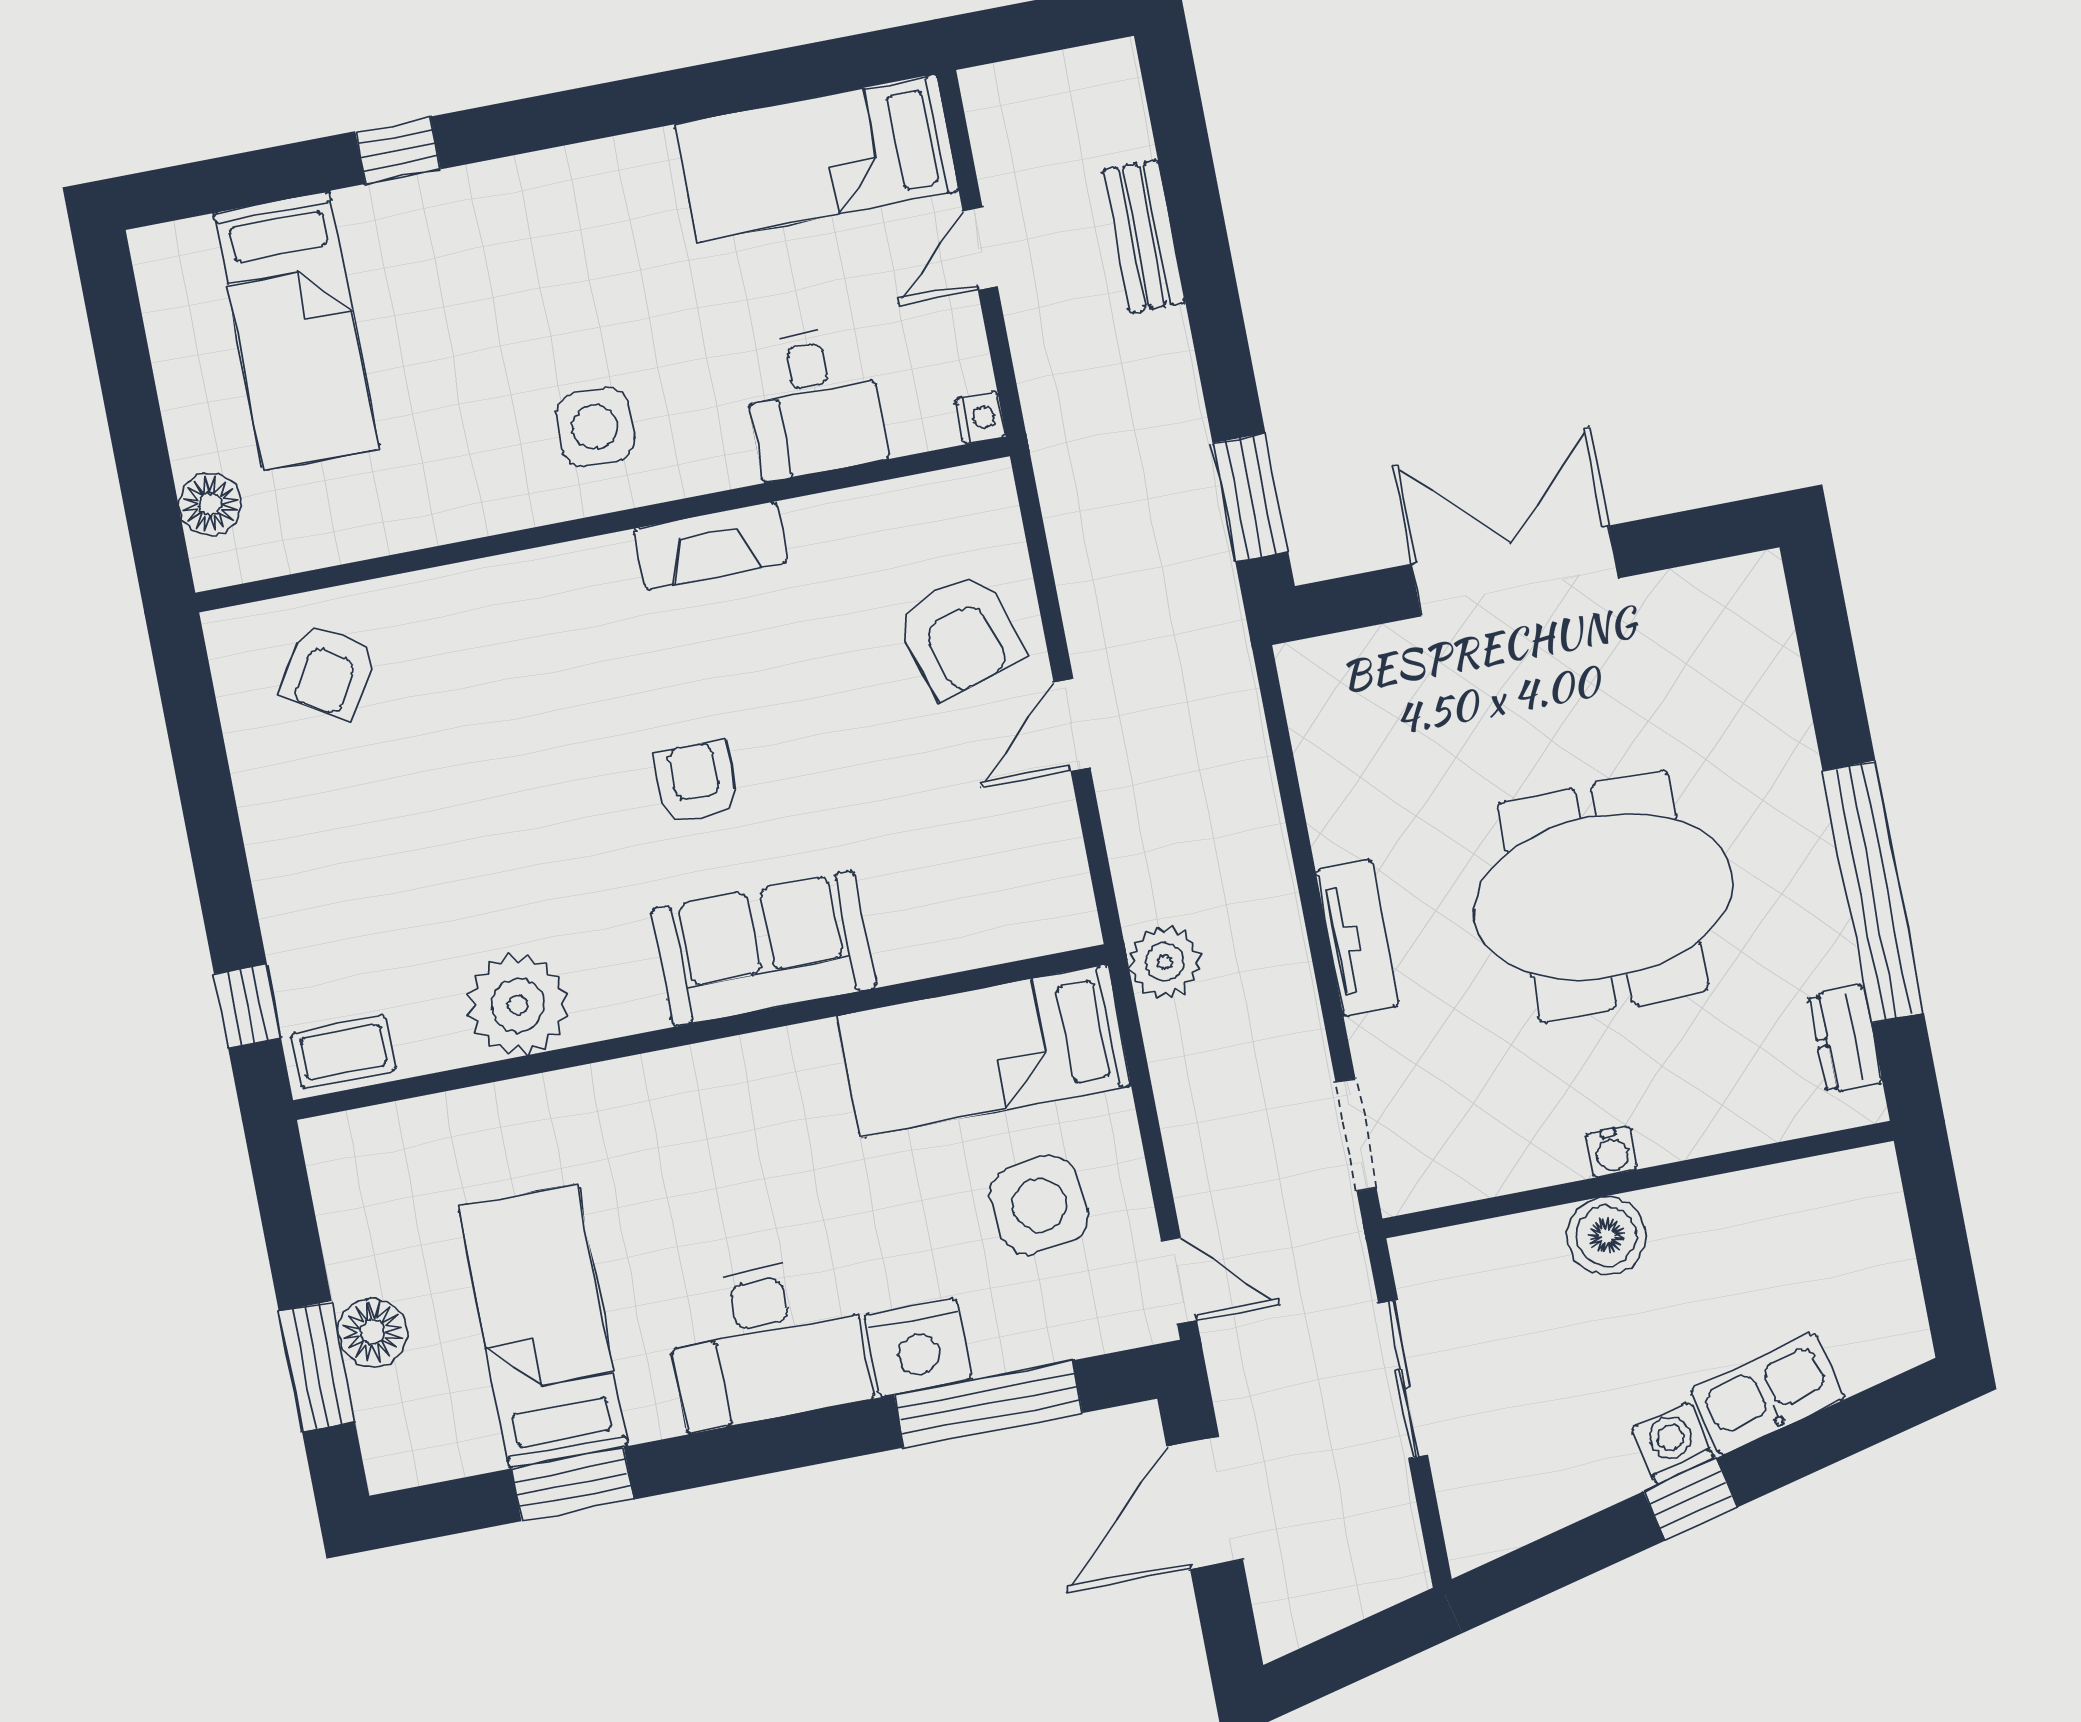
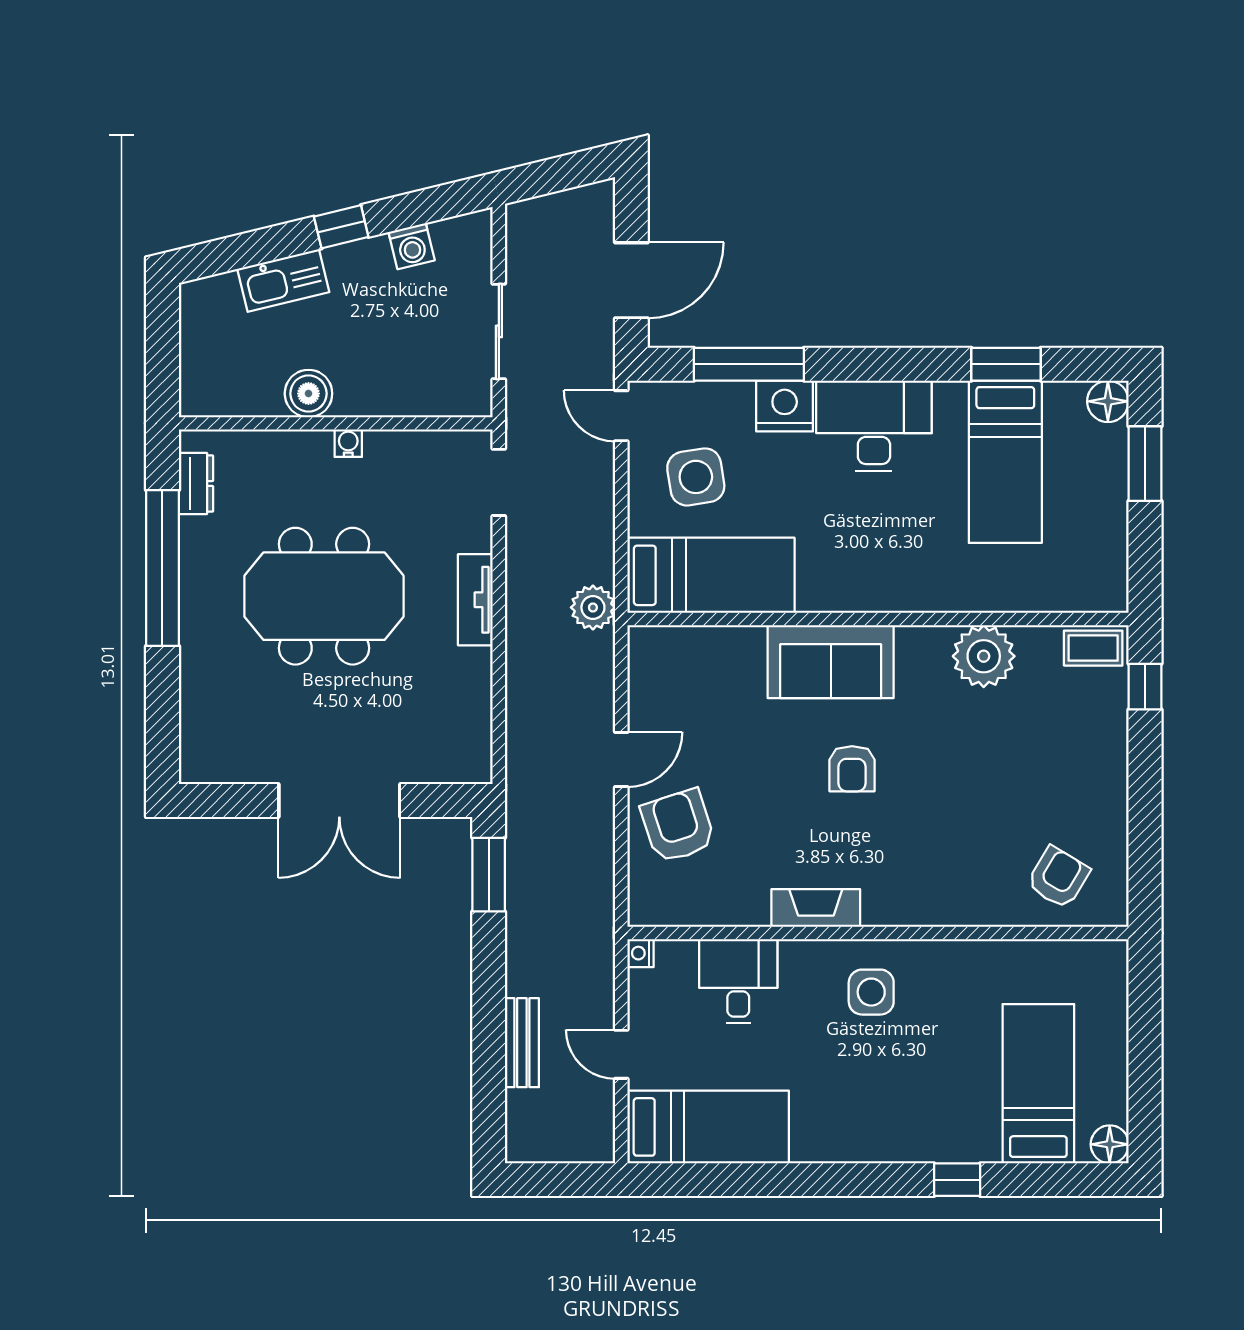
door: (980, 248) -> (621, 1054), swing flipped
floor lamp: (210, 504) -> (1110, 1144), moved
boiler: (1607, 1236) -> (308, 394), moved
floor lamp: (372, 1332) -> (1108, 401), moved
washing machine: (1673, 1443) -> (412, 246), moved

